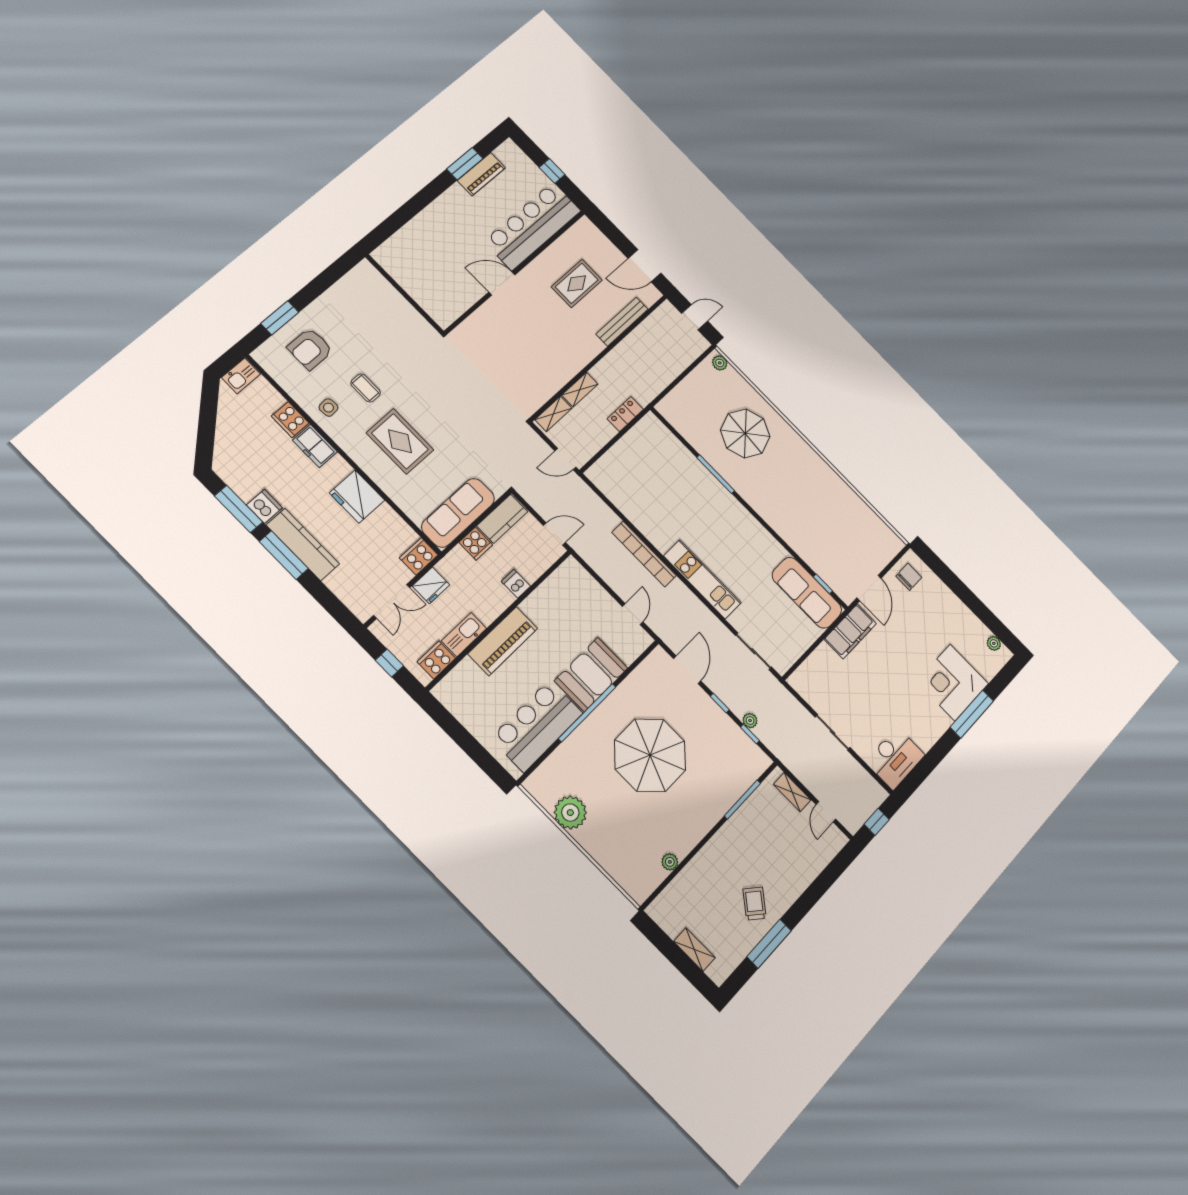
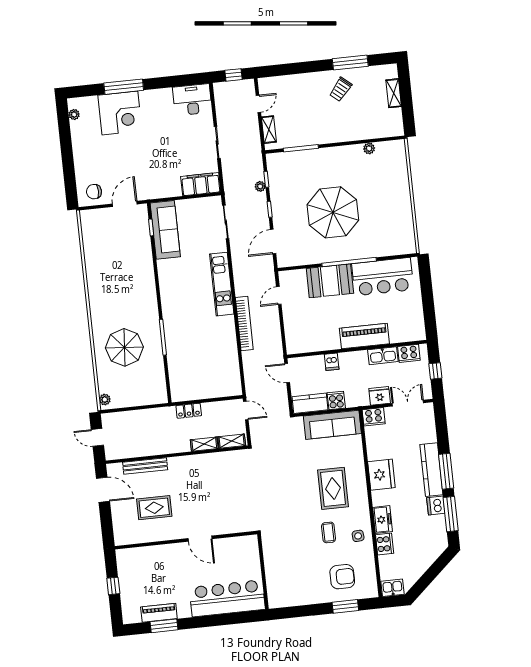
bar counter: (533, 226) -> (227, 598), moved, turned 180
filing cabinet: (850, 631) -> (201, 184), moved
plant: (570, 813) -> (402, 217), removed

